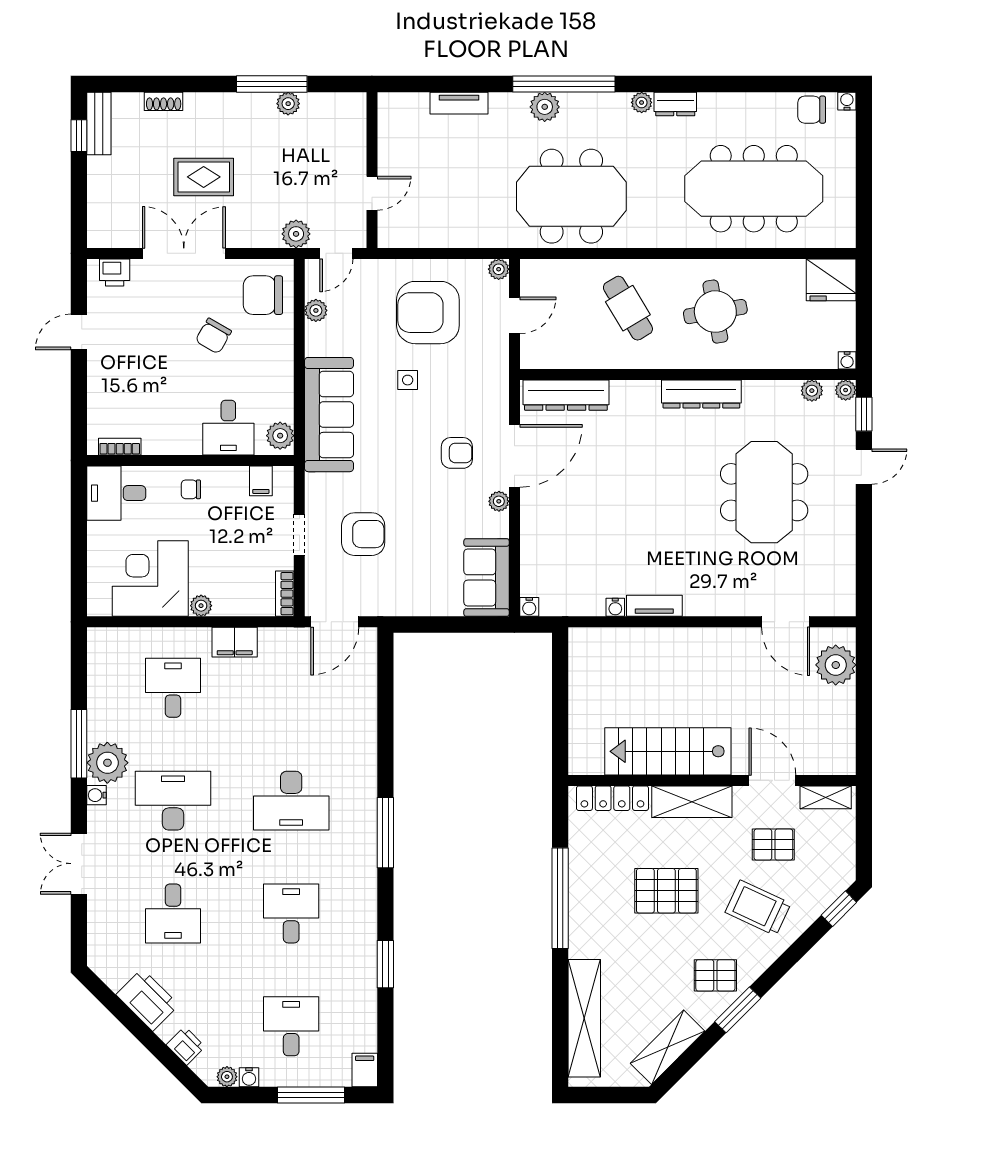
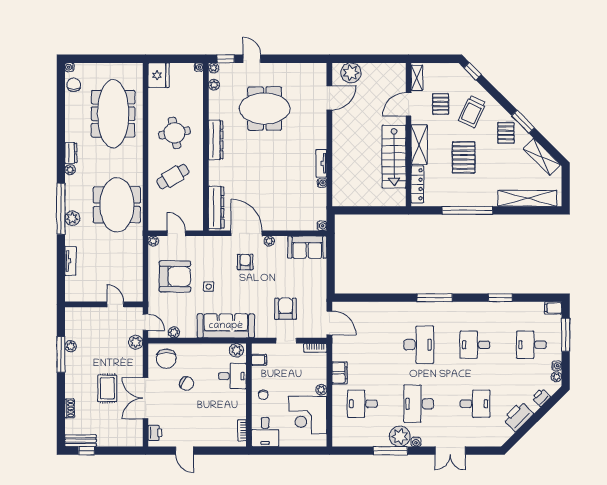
chair: (812, 110) -> (74, 85), turned 180
armchair: (428, 313) -> (175, 276), turned -90

